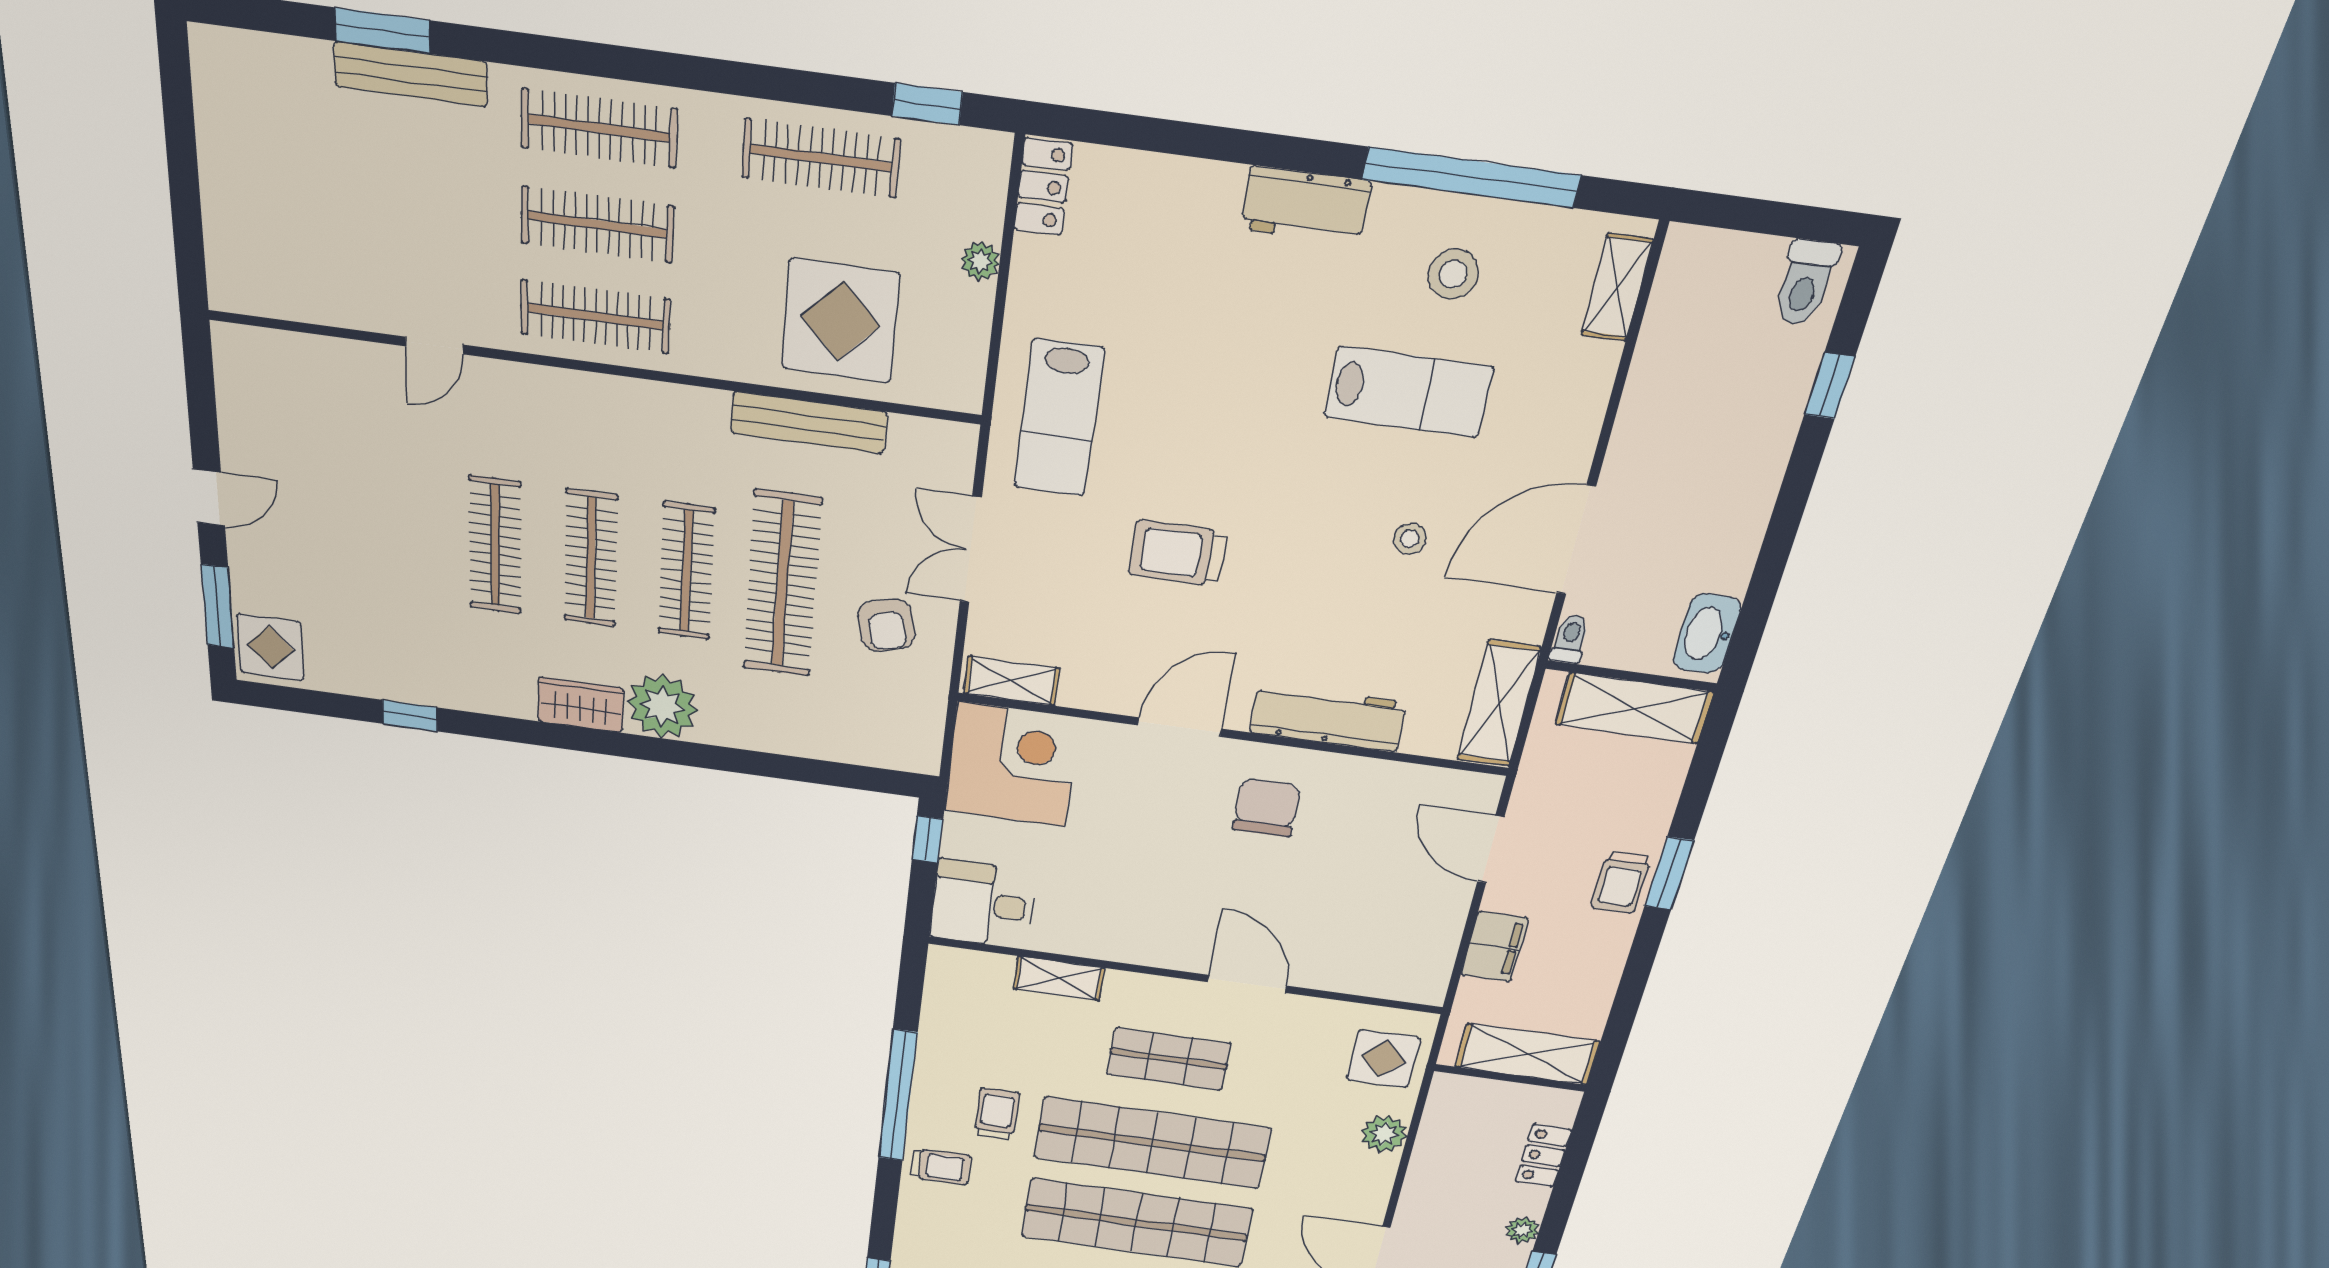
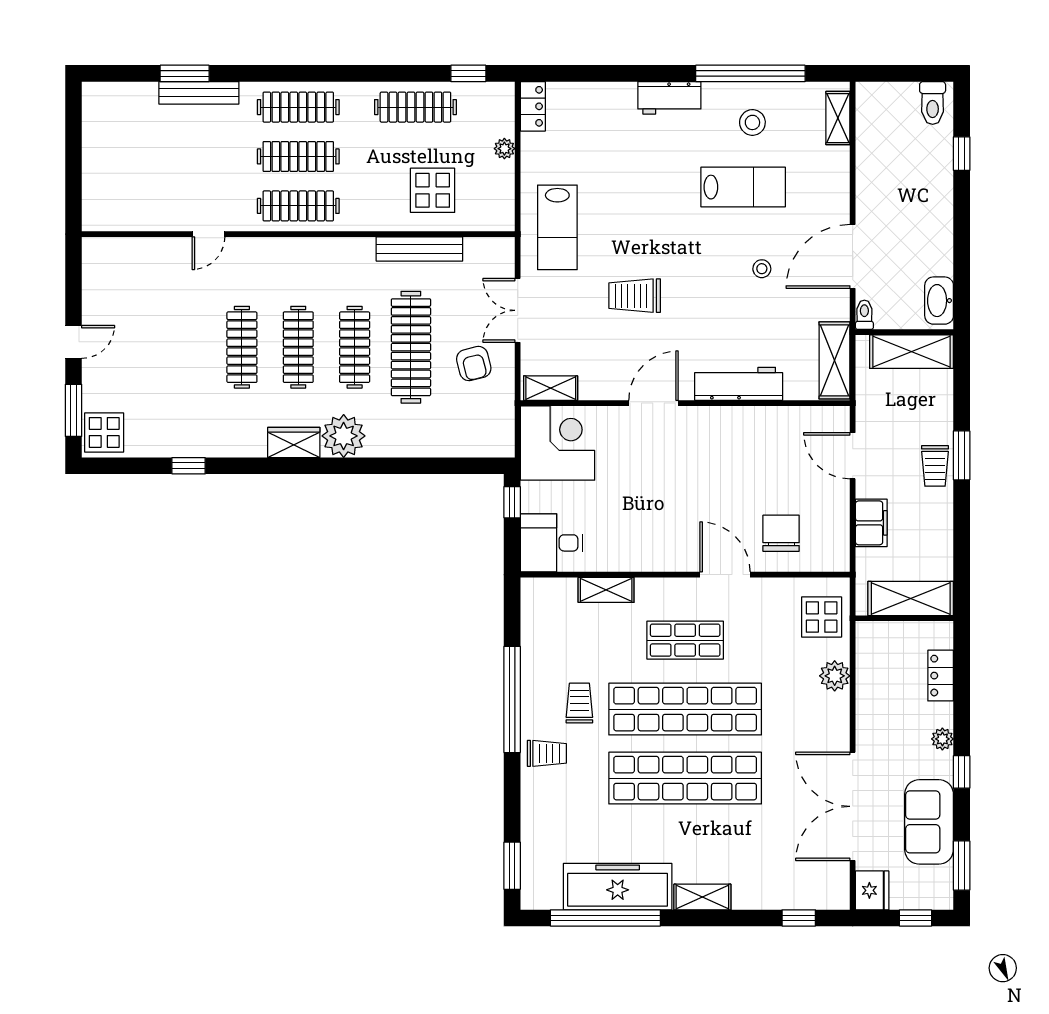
display table: (840, 321) -> (433, 190), width x0.73, depth x0.73
chair: (1266, 808) -> (781, 533), moved

